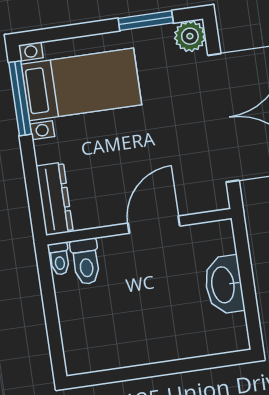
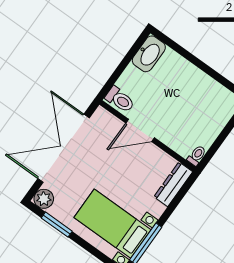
toilet: (86, 262) -> (120, 100), moved, turned 90
washbasin: (224, 285) -> (149, 54), moved

